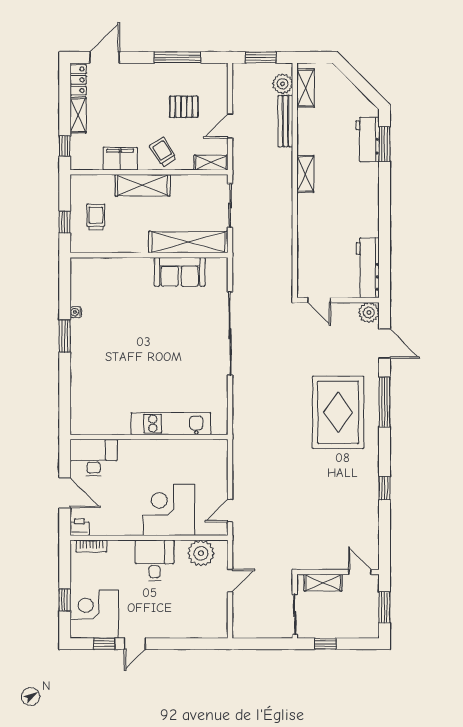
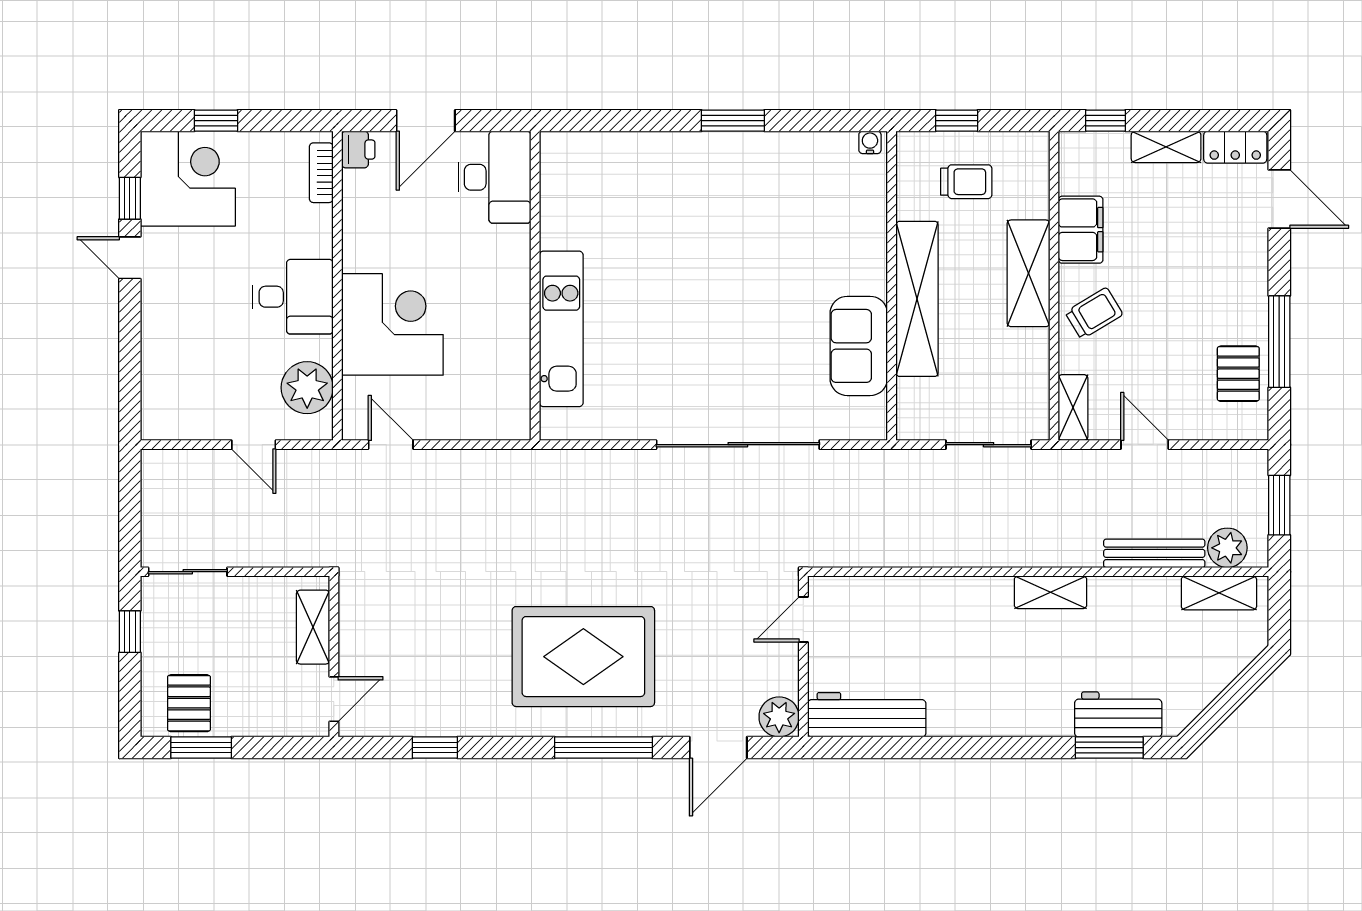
pallet: (184, 107) -> (1238, 374), moved
shelving: (188, 242) -> (917, 299), moved
water cooler: (76, 312) -> (870, 142), moved
wall: (338, 572) -> (334, 656), moved
door: (360, 572) -> (334, 699), moved
shelving: (323, 583) -> (313, 627), moved
pallet: (362, 614) -> (189, 703), added

